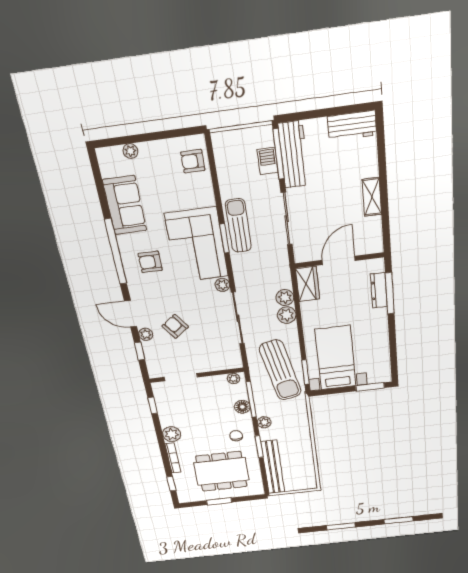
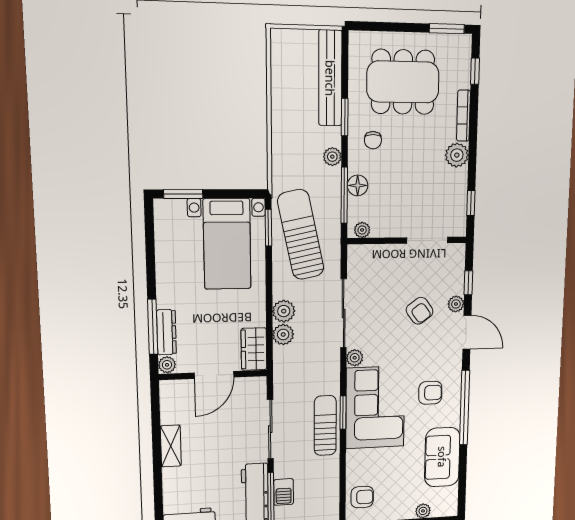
sun lounger: (238, 226) -> (325, 426), turned 180
plant: (377, 265) -> (167, 365), added
window: (219, 501) -> (447, 29), moved

